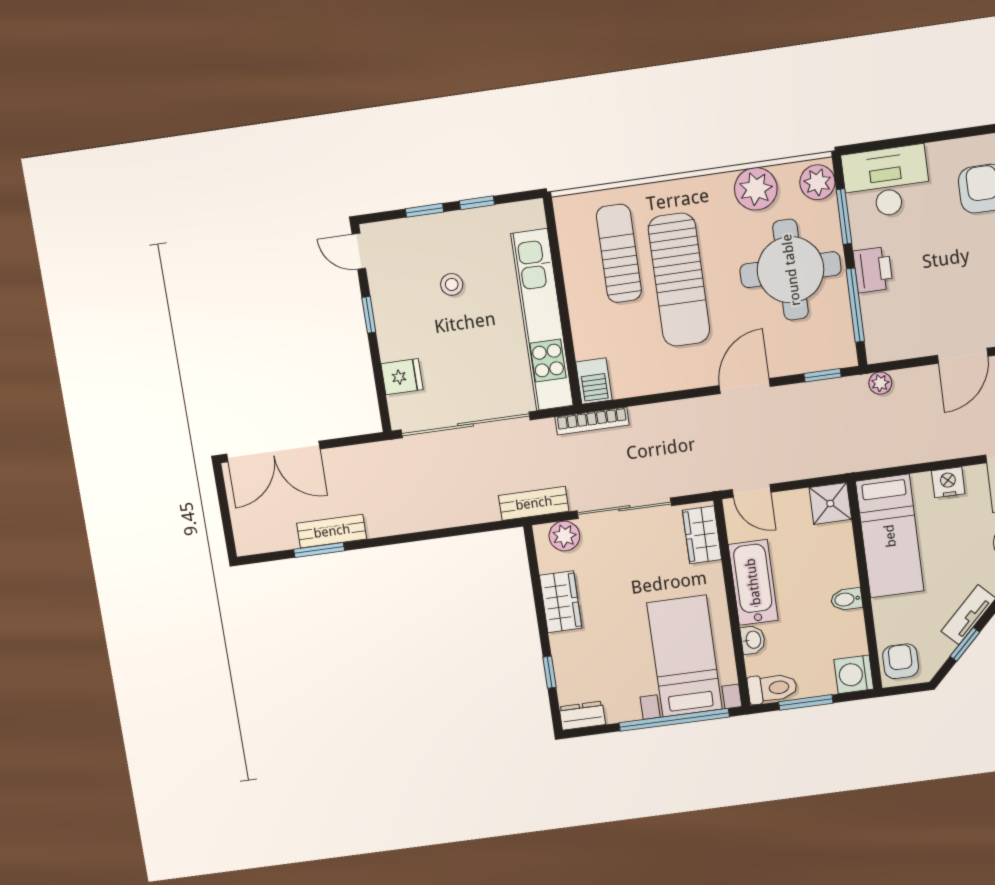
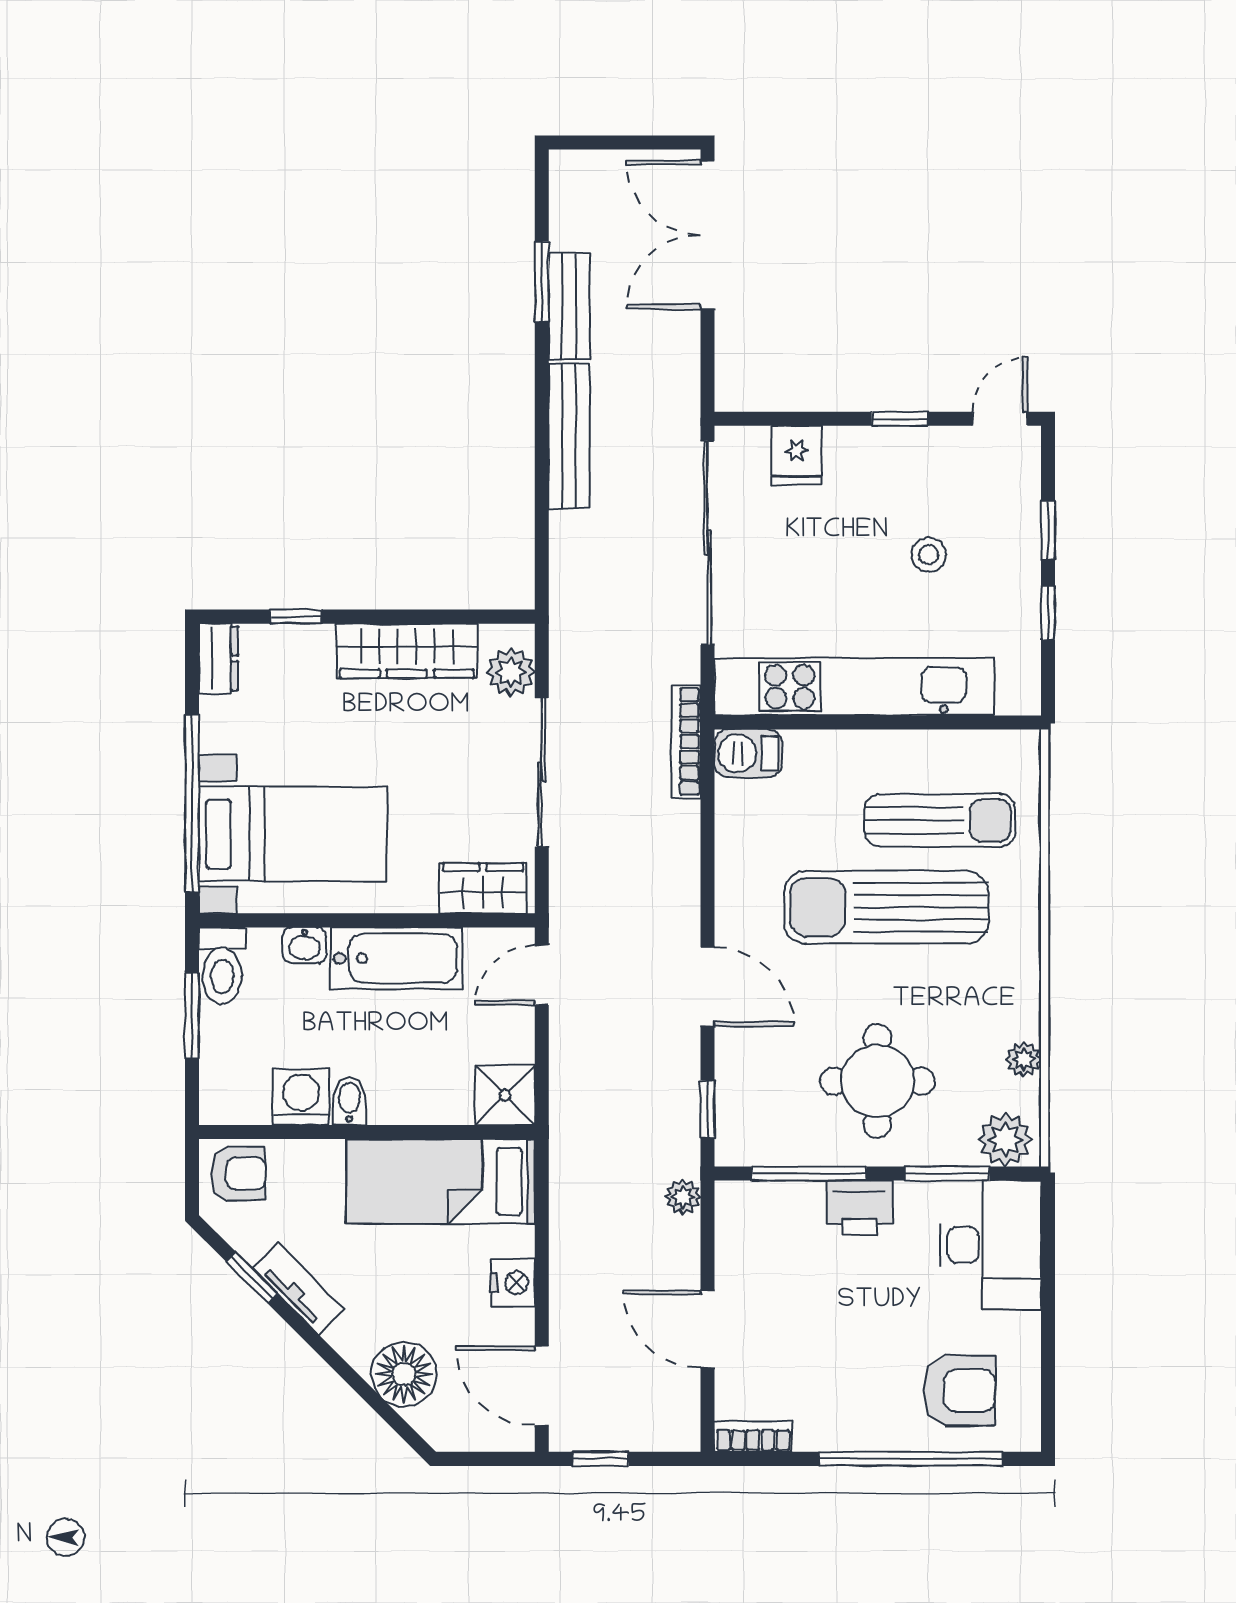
plant: (756, 189) -> (1024, 1059), width x0.53, depth x0.53
round table: (791, 270) -> (877, 1081), width x0.73, depth x0.73
bench: (534, 503) -> (569, 436), moved, width x1.36
wardrobe: (561, 602) -> (407, 651), width x1.50
washing machine: (854, 674) -> (301, 1097), moved

